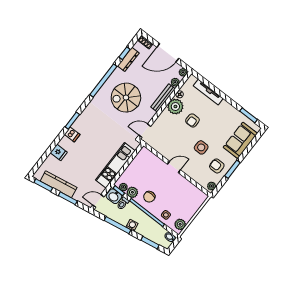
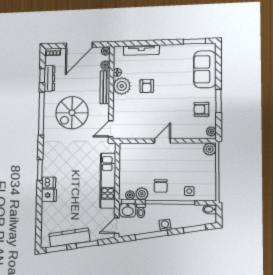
side table: (201, 147) -> (174, 104), removed
fridge: (59, 152) -> (49, 195), moved
plant: (180, 224) -> (210, 149), moved

